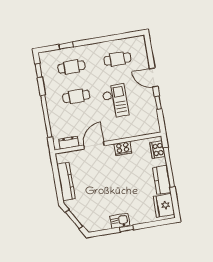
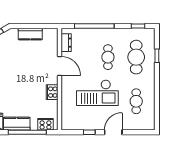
cafe table: (71, 67) -> (136, 57), width x1.37, depth x1.35
checkout: (115, 101) -> (97, 93), width x1.36, depth x1.21
kitchen counter: (66, 182) -> (30, 34), width x0.67

